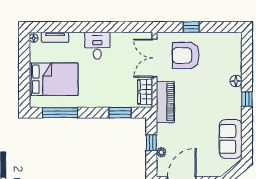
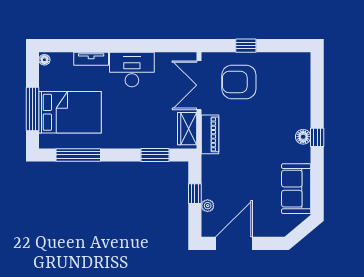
tv unit: (55, 37) -> (91, 59), moved
desk: (97, 46) -> (132, 69), width x1.37
window: (24, 77) -> (33, 109), added
floor lamp: (236, 81) -> (303, 137), moved
piano: (165, 102) -> (210, 134), width x0.73, depth x0.75

